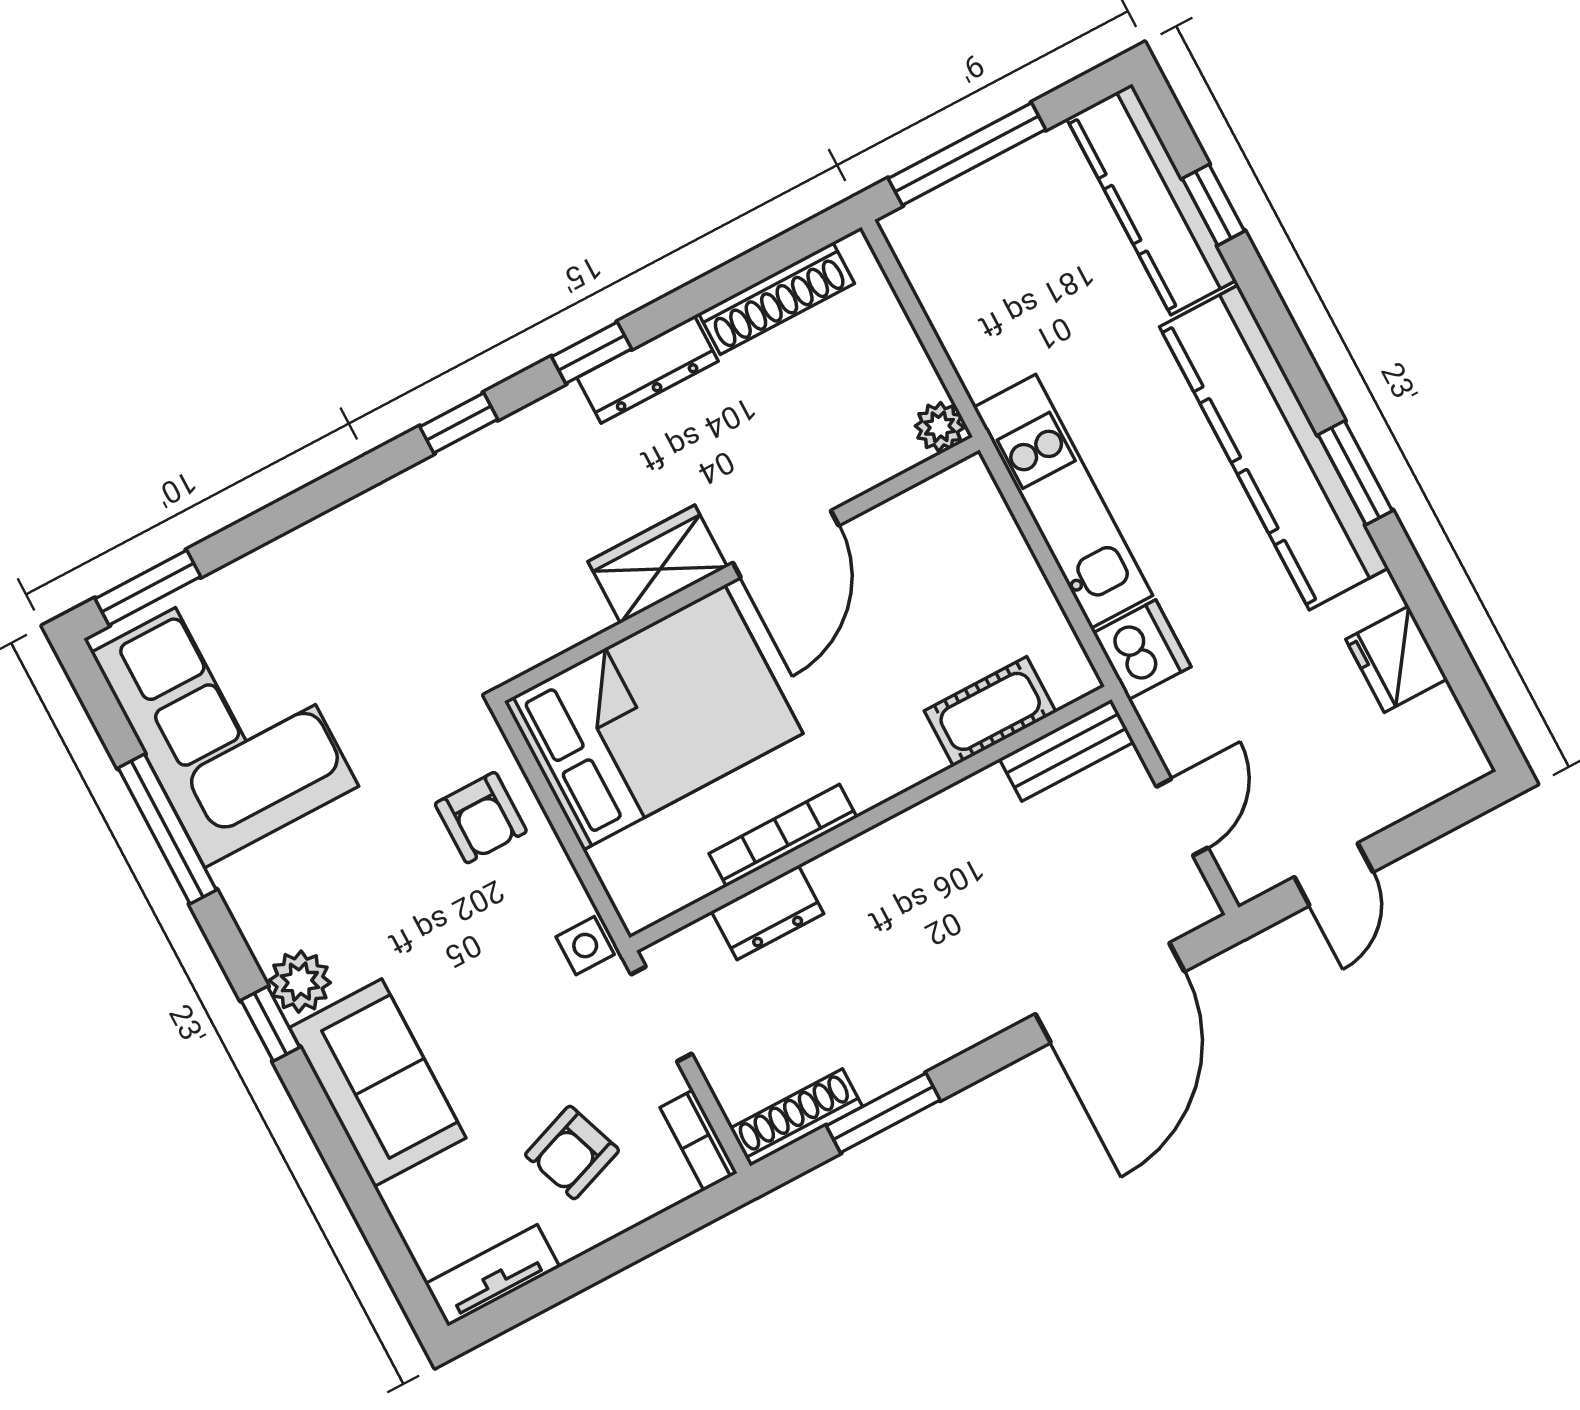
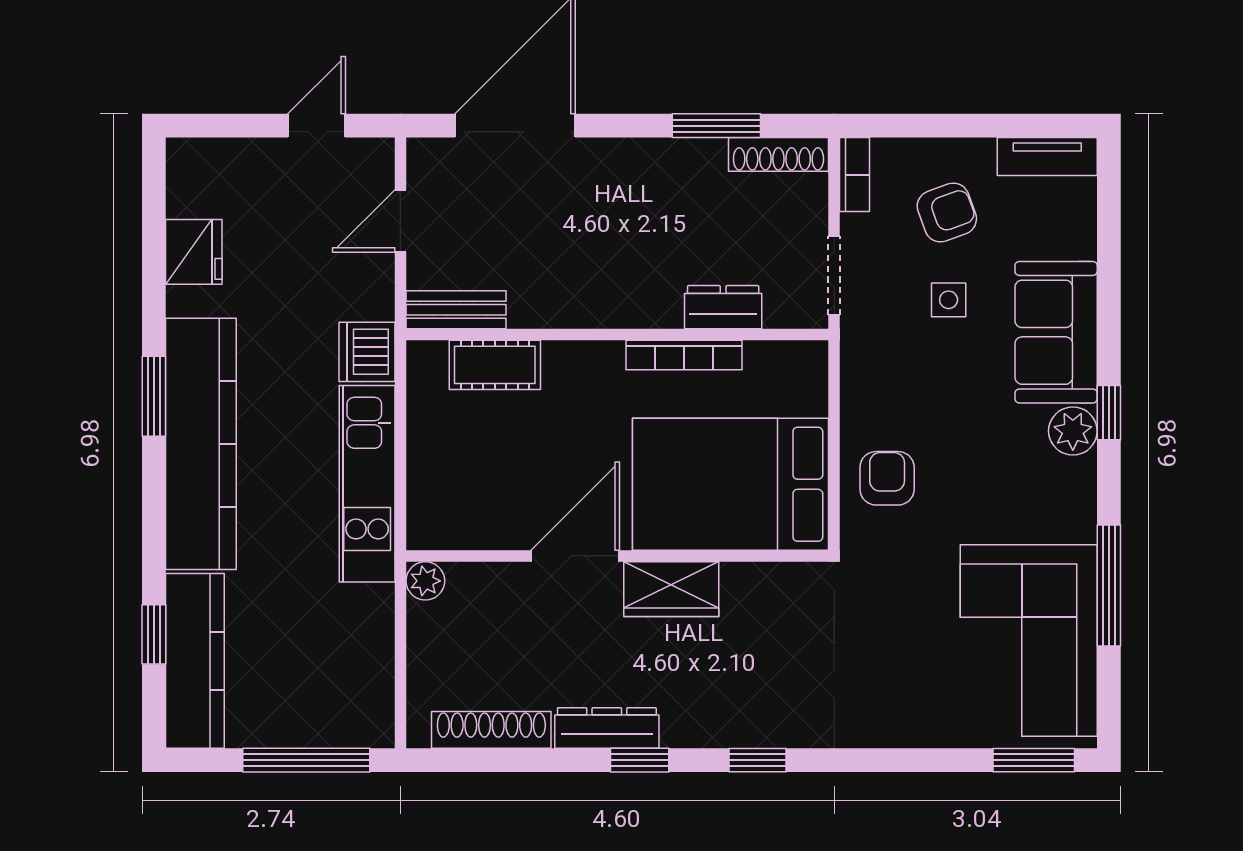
side table: (585, 946) -> (949, 300), moved

